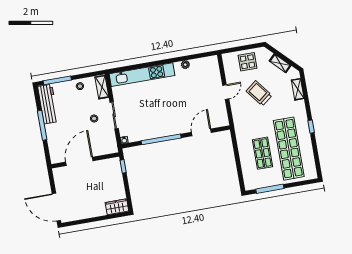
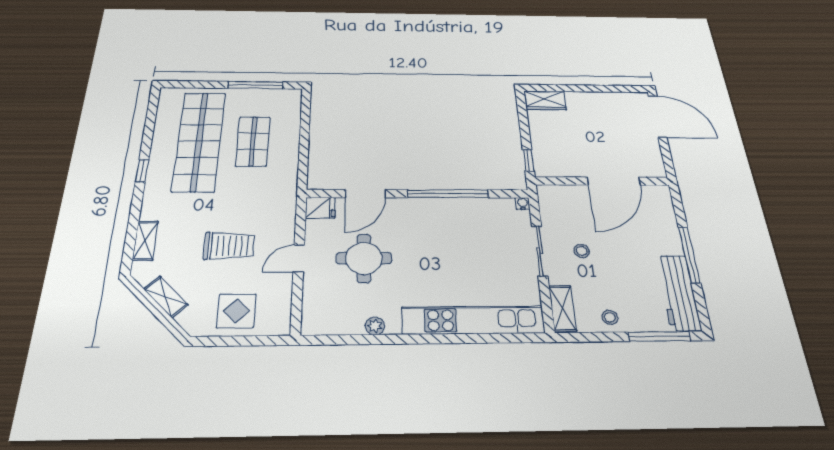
trolley: (259, 93) -> (229, 246), turned -52
round table: (196, 97) -> (364, 258), added
fridge: (221, 121) -> (320, 208), added

